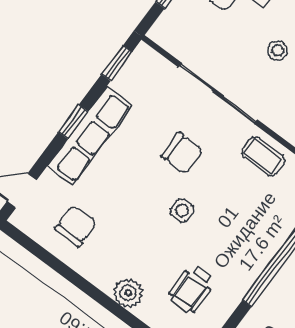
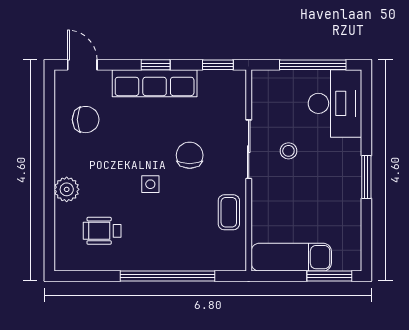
stool: (277, 51) -> (288, 151), moved
sliding door: (218, 93) -> (249, 149), width x0.73
chair: (182, 153) -> (190, 155), turned 180

